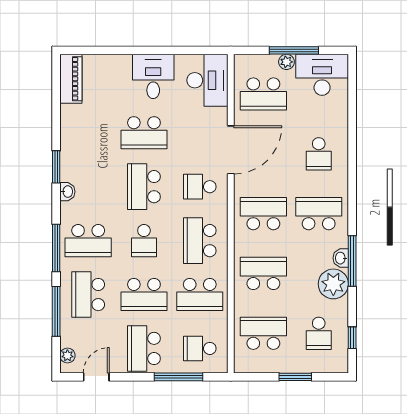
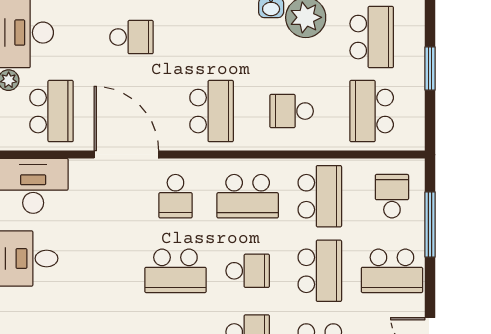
school desk: (144, 133) -> (103, 271), removed
school desk: (263, 214) -> (212, 111), turned 180
school desk: (319, 214) -> (212, 37), removed
school desk: (263, 273) -> (292, 111), width x0.54
school desk: (319, 333) -> (372, 37), width x1.85
school desk: (200, 348) -> (392, 196), turned 180

